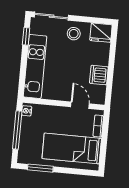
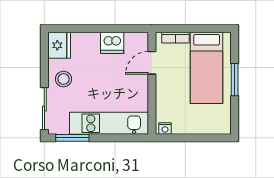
window: (26, 36) -> (72, 138), width x1.50
window: (17, 130) -> (190, 138), removed
window: (40, 168) -> (235, 80), moved

